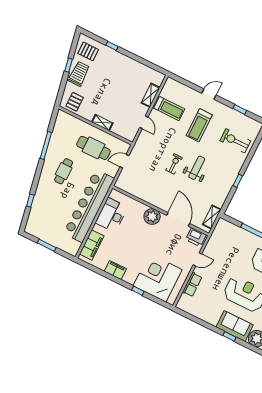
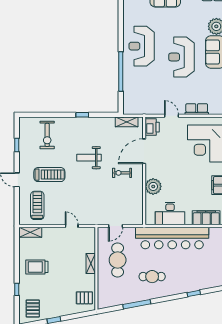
trolley: (79, 74) -> (37, 267), moved
shelving: (151, 95) -> (30, 232), moved
treadmill: (169, 109) -> (37, 205), moved
door: (144, 122) -> (72, 226), hinge flipped
door: (124, 161) -> (116, 226), hinge flipped
exercise bike: (174, 164) -> (122, 173), moved
plant: (152, 216) -> (153, 186), moved

